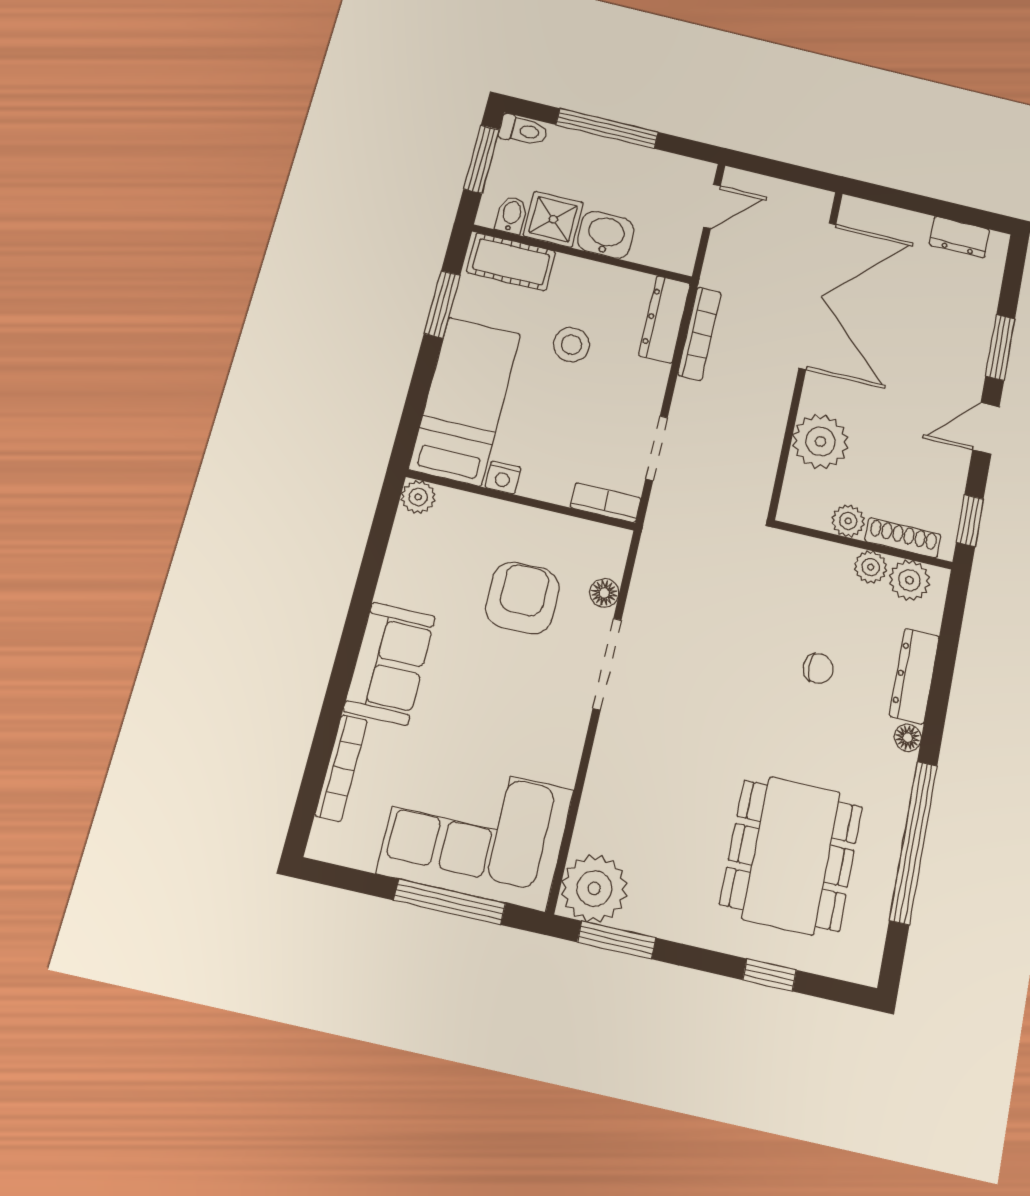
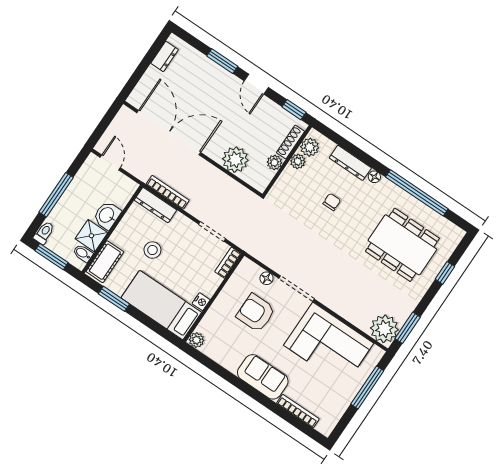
corner sofa: (476, 832) -> (329, 344), moved, turned -90

